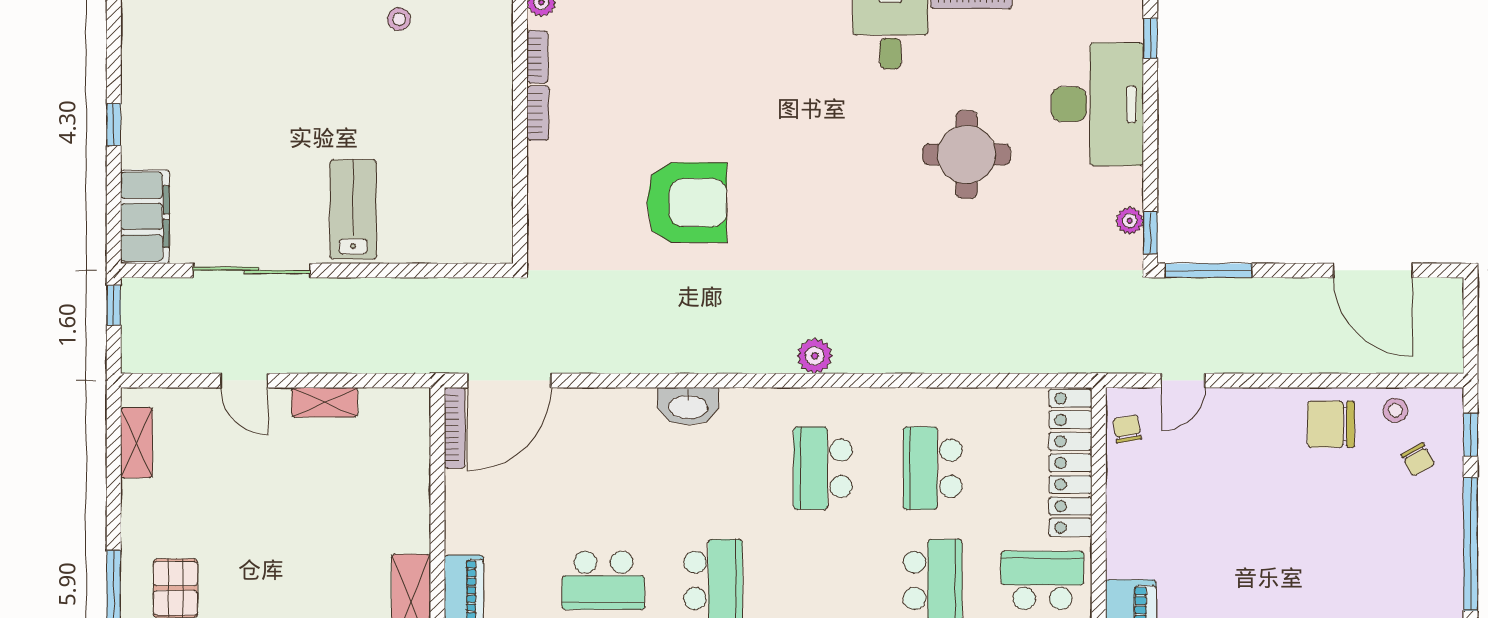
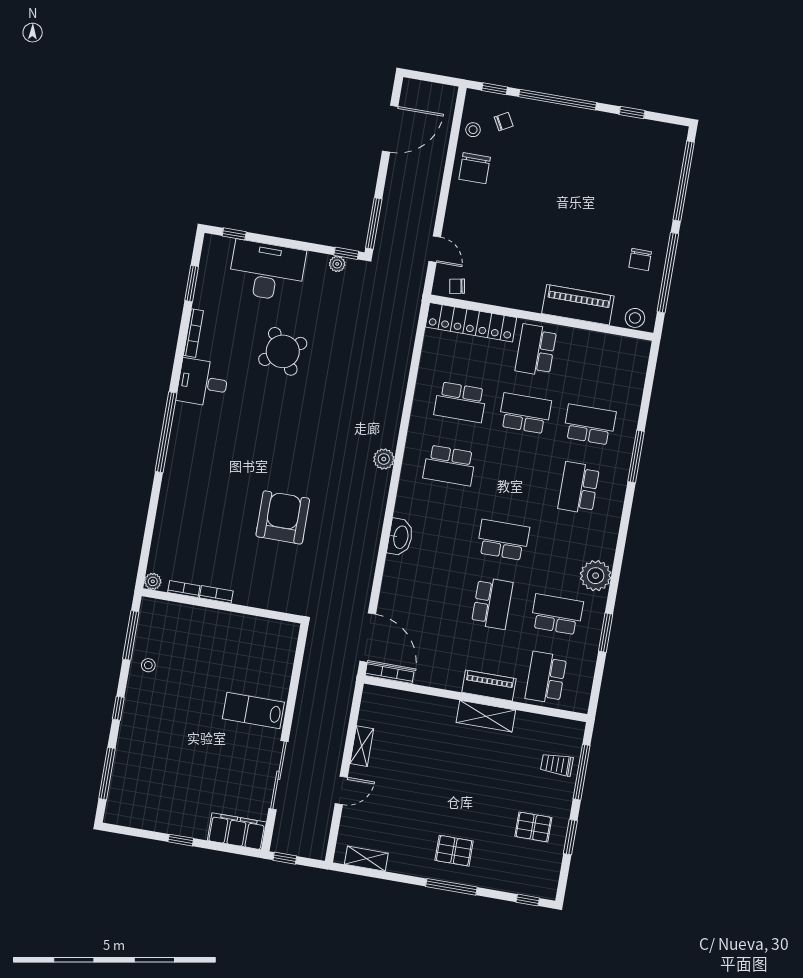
round table: (967, 154) -> (283, 351), turned -34

